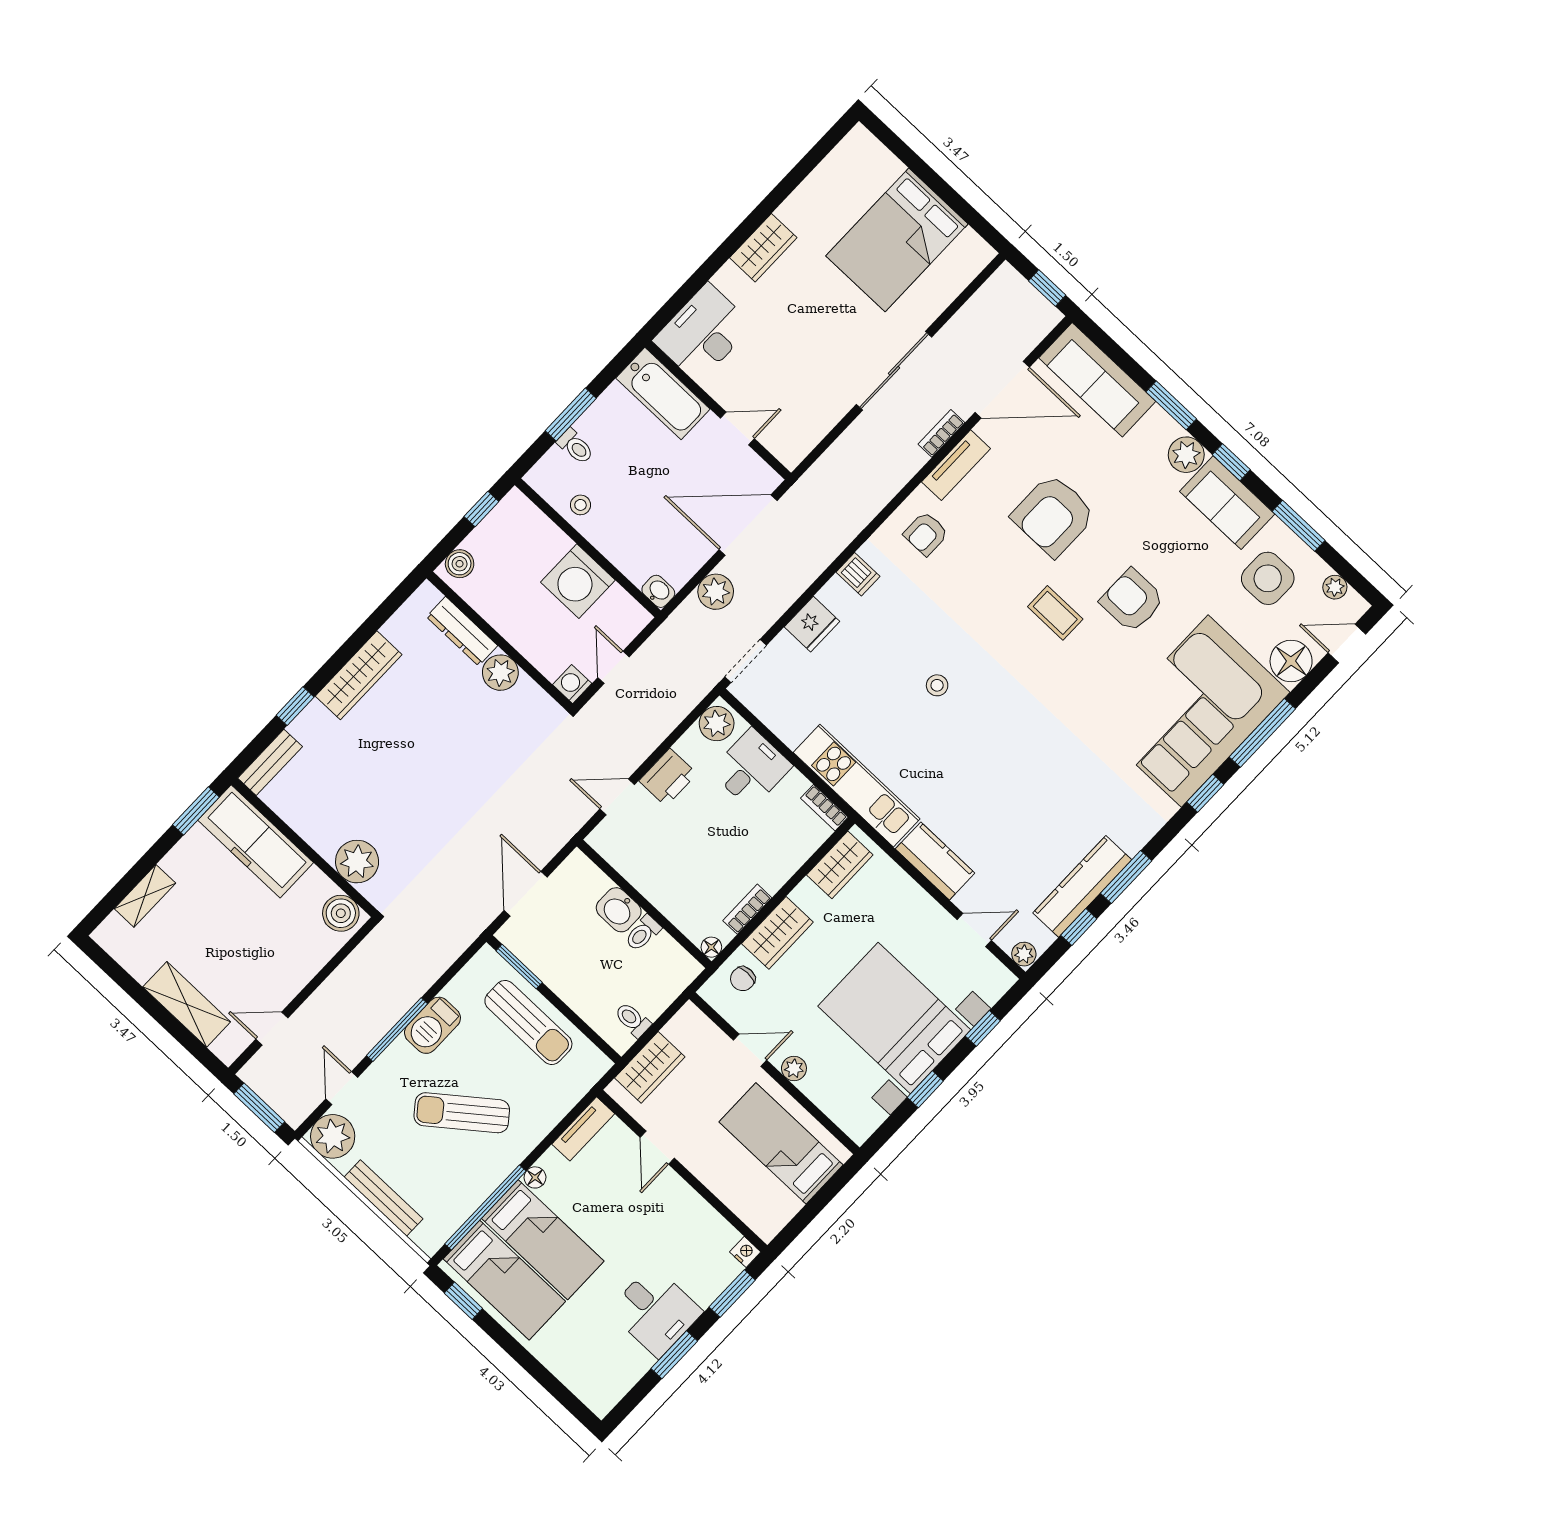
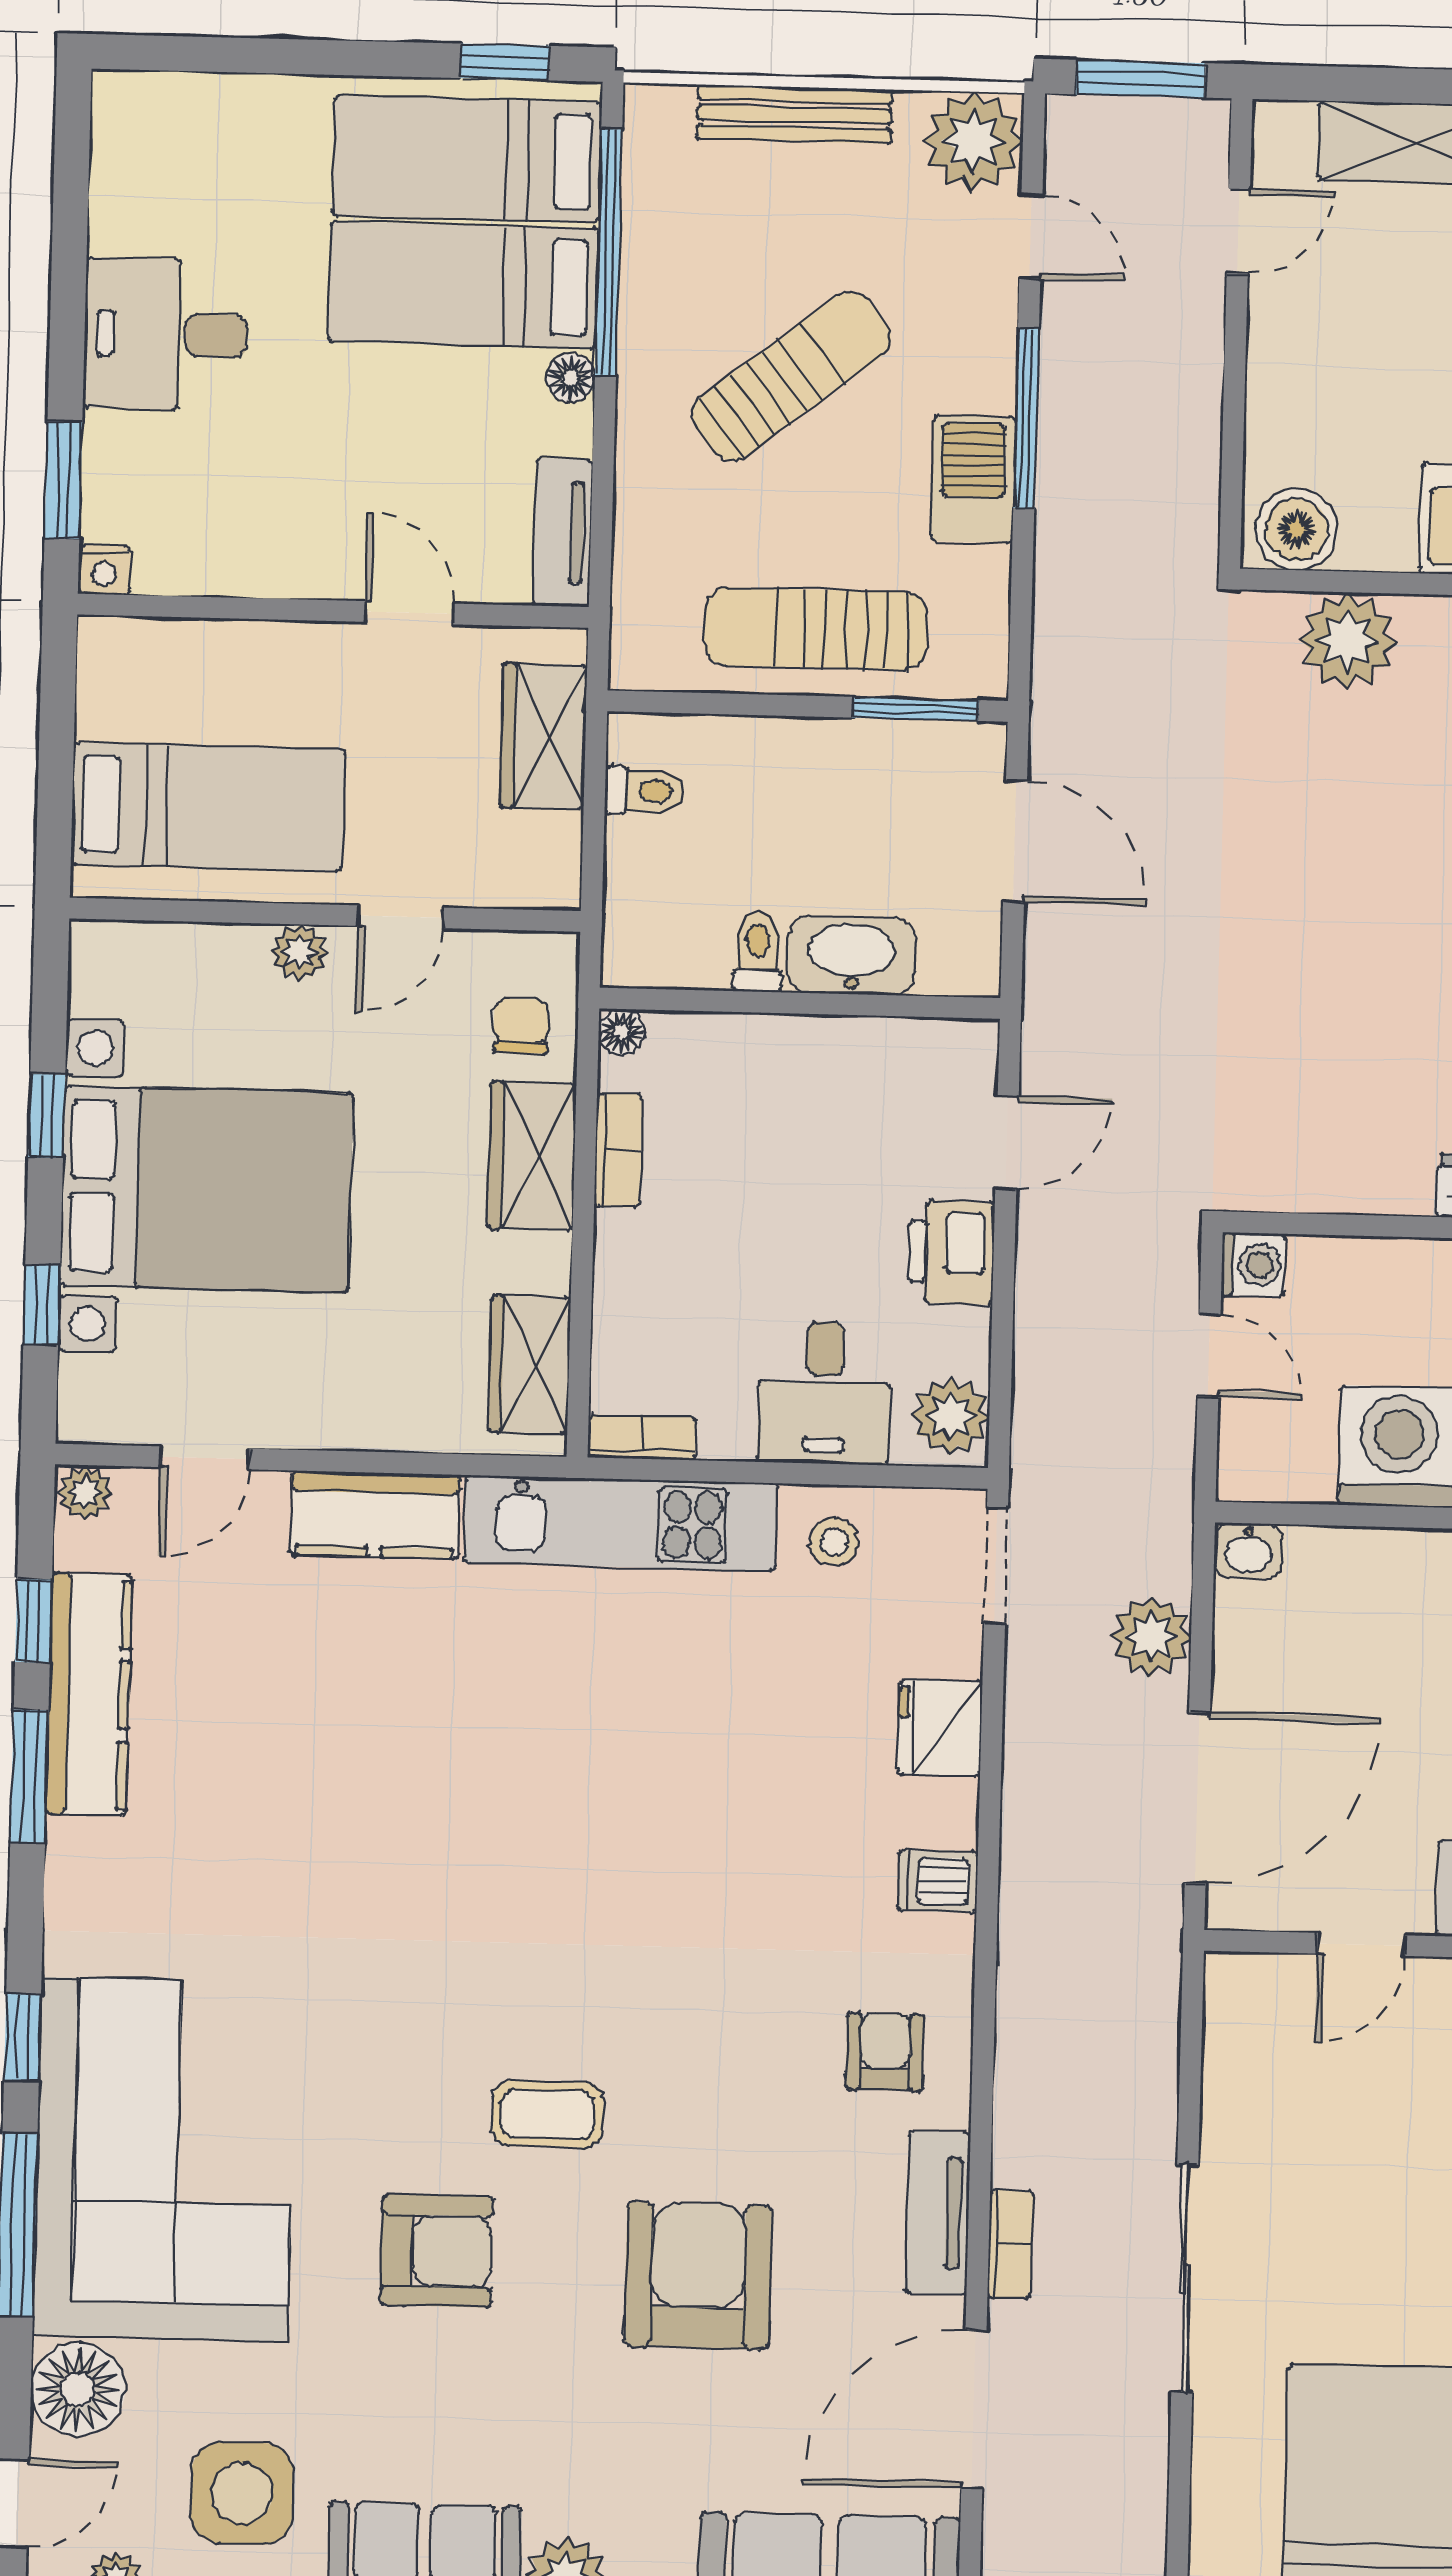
plant: (500, 673) -> (1391, 1175), removed
stool: (937, 685) -> (834, 1542), moved
washbasin: (619, 910) -> (852, 955), width x1.38
window: (674, 1355) -> (68, 289), removed

